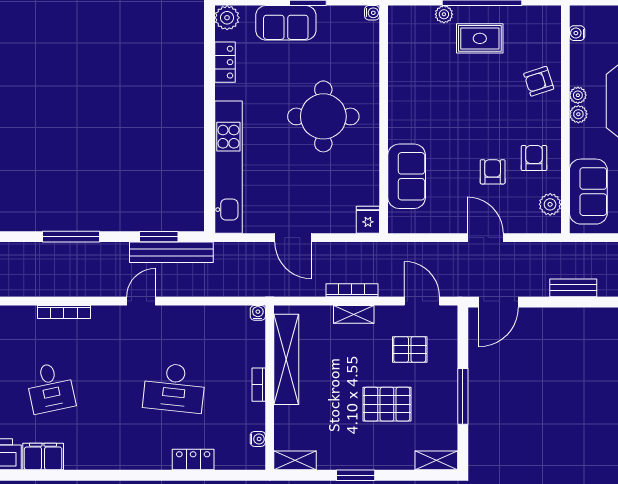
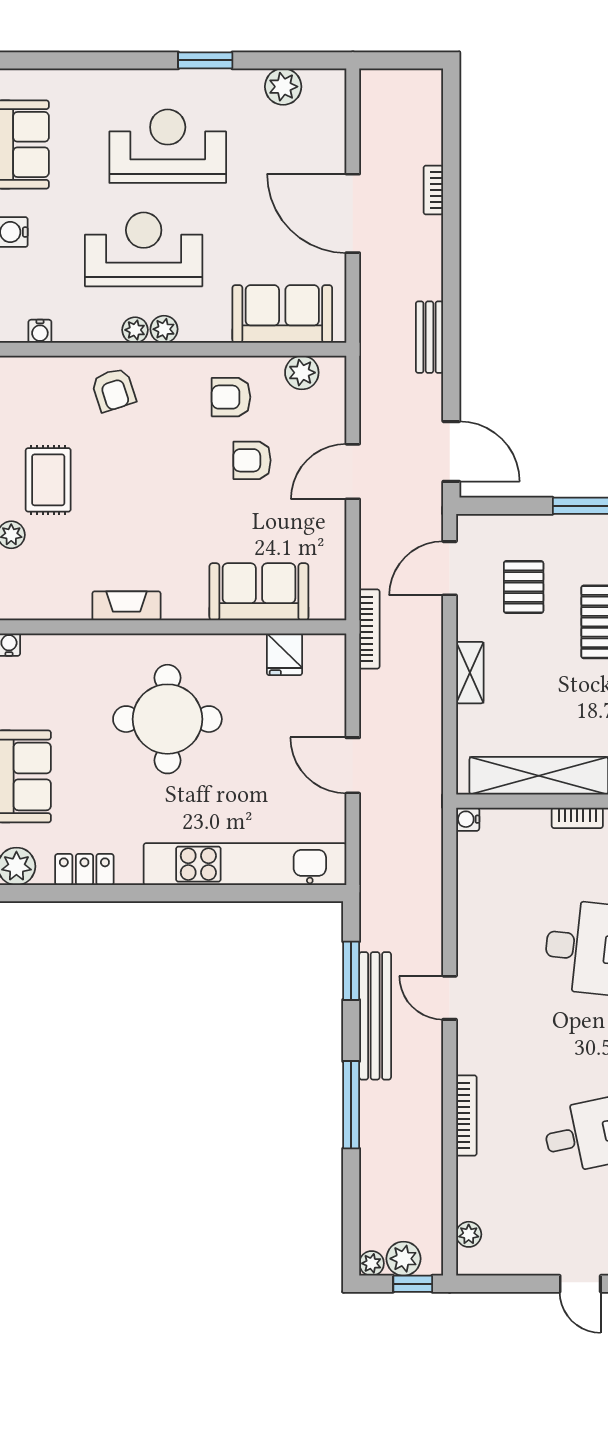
fireplace: (397, 90) -> (126, 606), added
fridge: (368, 220) -> (284, 654), moved, turned -90
door: (293, 238) -> (353, 765), swing flipped
bench: (171, 252) -> (375, 1016), moved
bookcase: (352, 290) -> (369, 629), moved, turned 180

